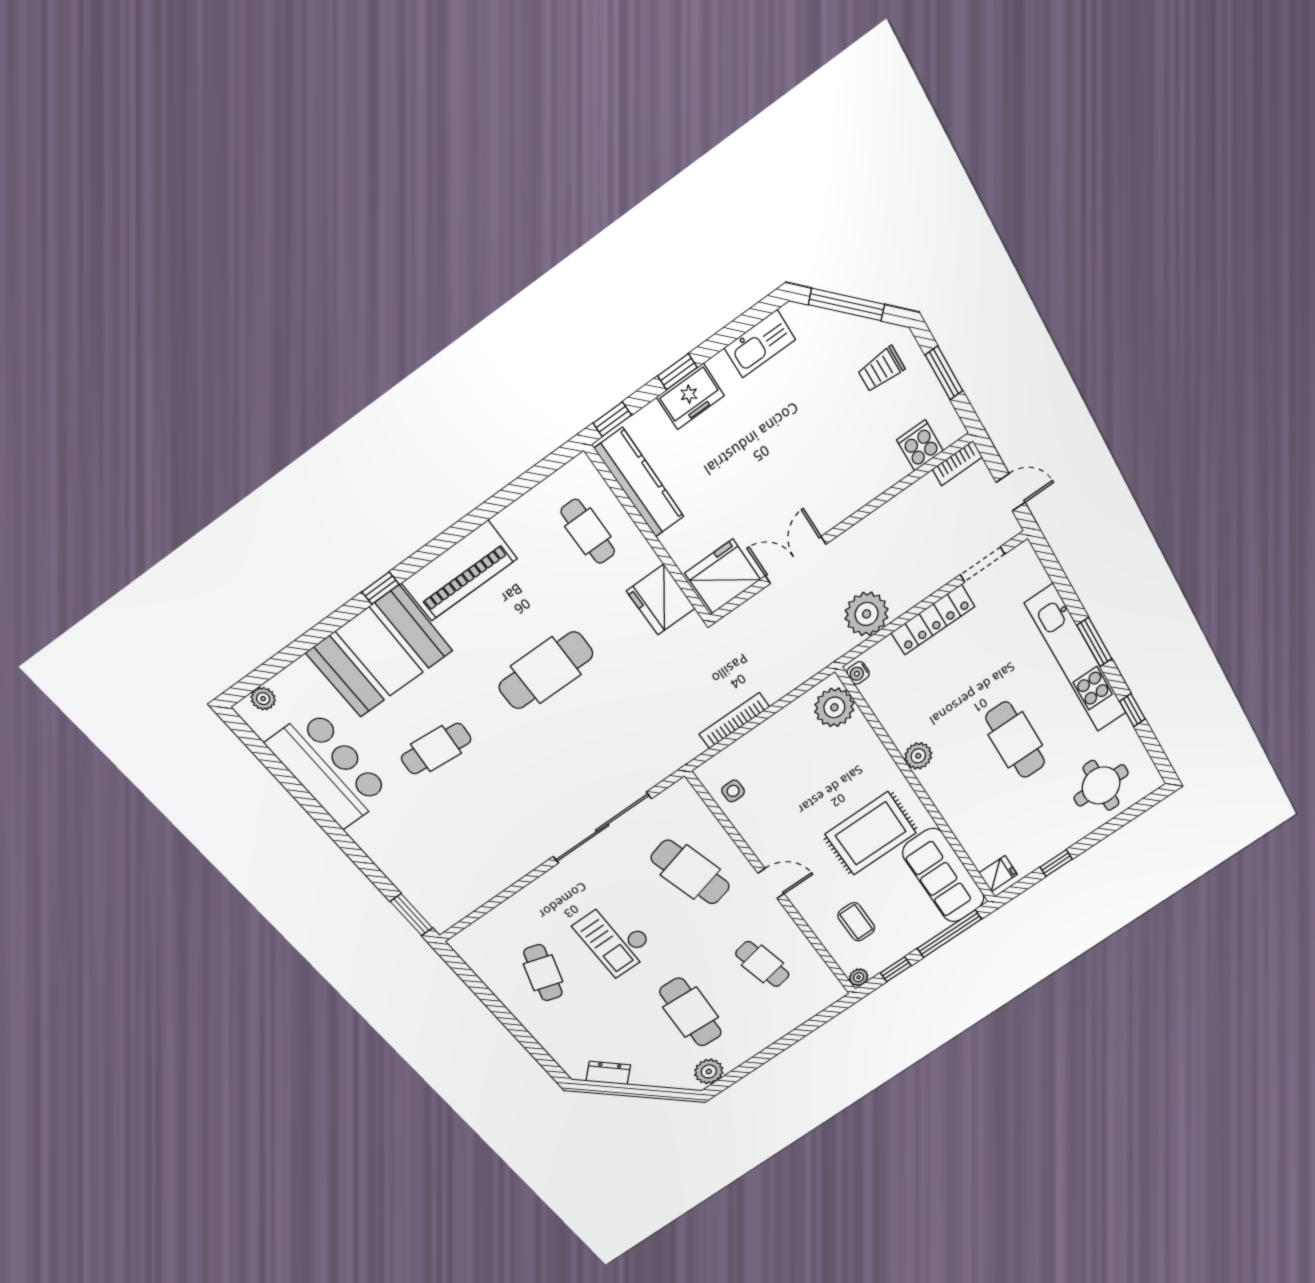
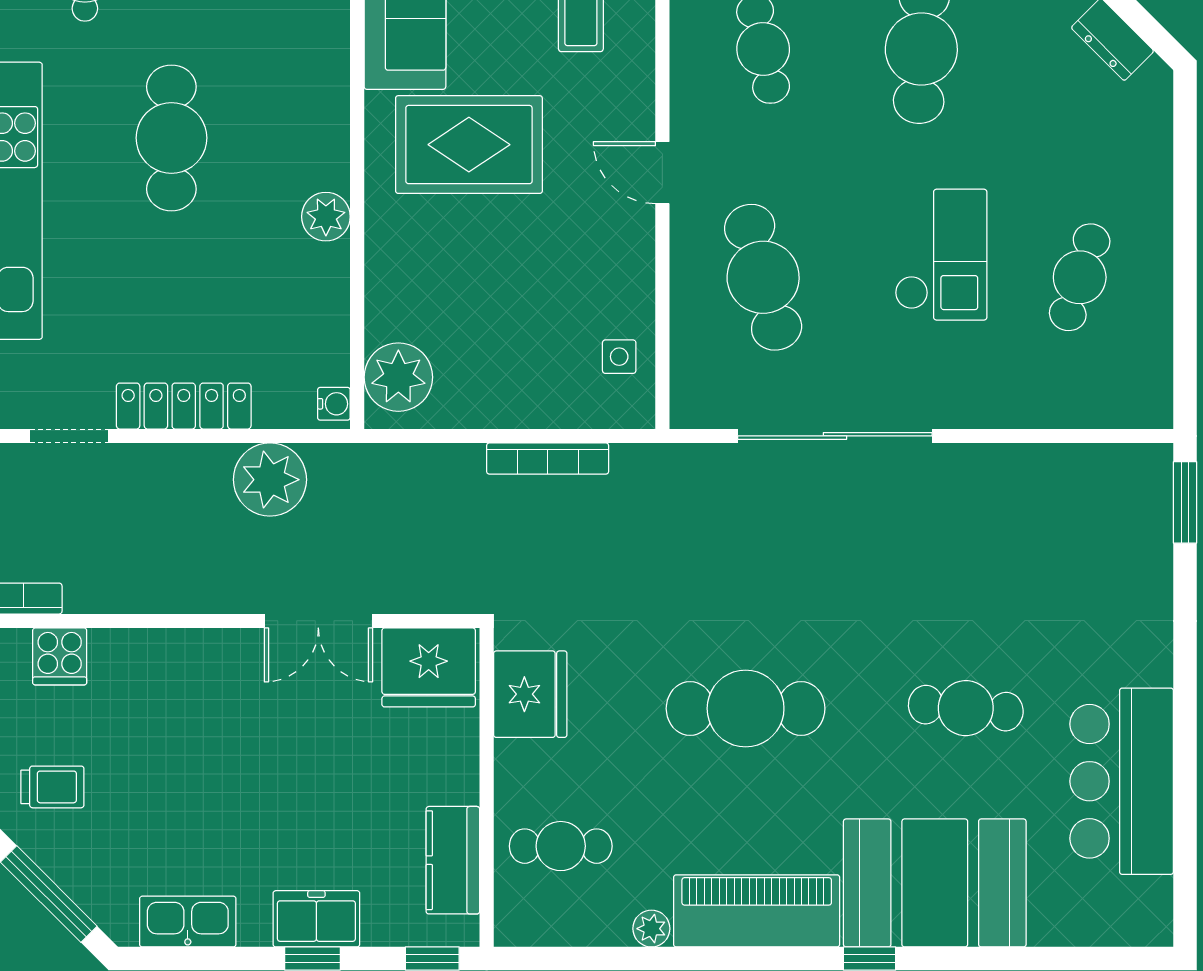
kitchen counter: (639, 483) -> (453, 860), width x0.67
cafe table: (588, 531) -> (561, 846), turned 90
plant: (263, 699) -> (651, 929), moved

